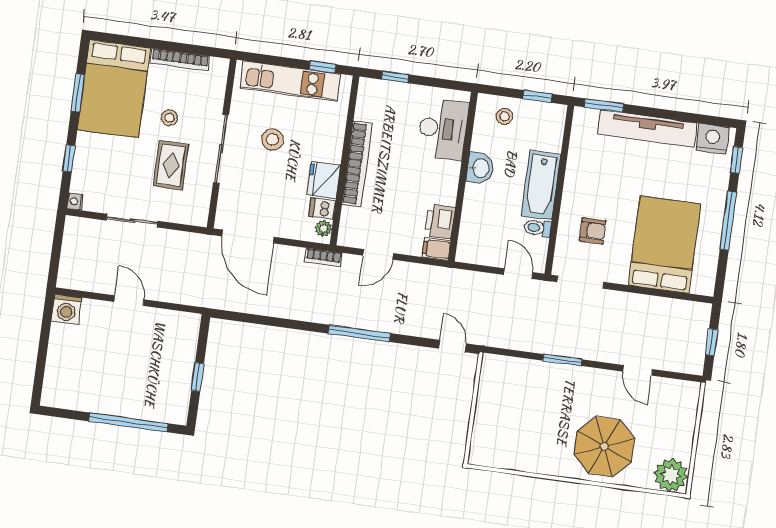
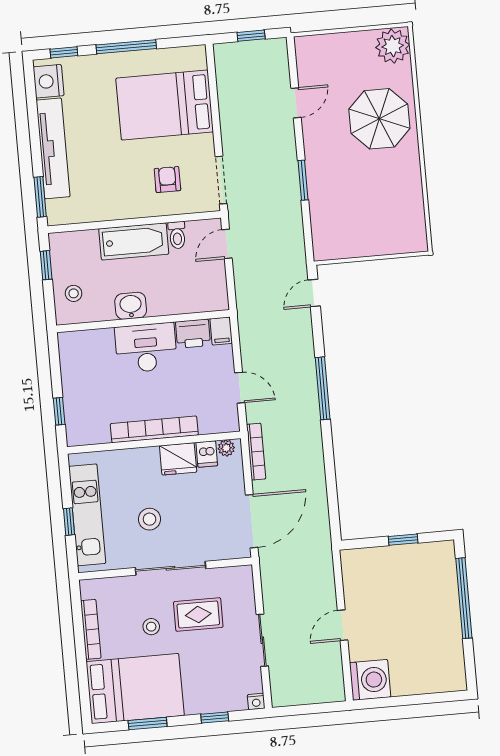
window: (323, 67) -> (69, 522), moved
desk: (443, 129) -> (146, 348), moved
bookcase: (323, 257) -> (256, 452), width x1.56
washing machine: (66, 309) -> (370, 680), width x1.37, depth x1.37

